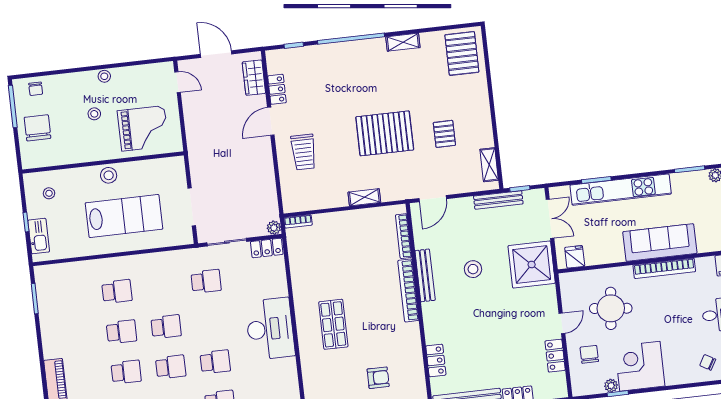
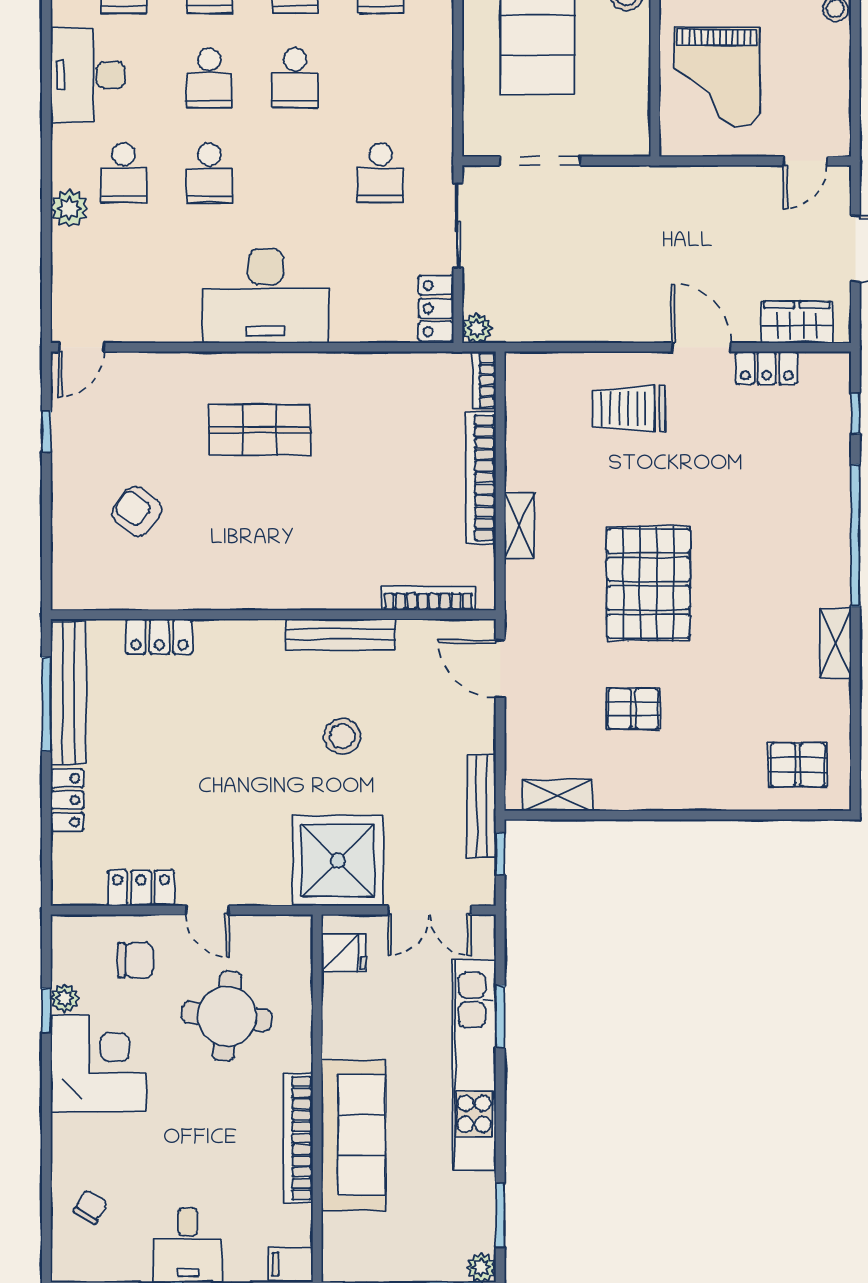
pallet: (462, 53) -> (798, 765), width x0.67, depth x0.71
bookcase: (408, 290) -> (481, 478), moved, turned -90
armchair: (378, 378) -> (137, 511), turned 127

